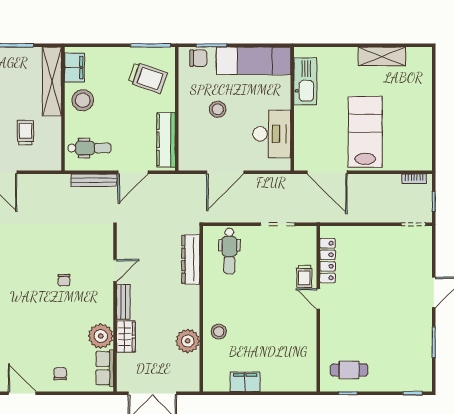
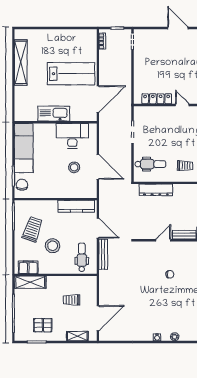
shelving: (382, 56) -> (21, 62), width x1.47
trolley: (148, 78) -> (32, 229), moved
kitchen sink: (305, 81) -> (54, 114), moved
shelving: (52, 82) -> (30, 282), width x0.68
stool: (83, 100) -> (53, 246), moved
stool: (218, 109) -> (74, 167), moved
lab bench: (365, 132) -> (71, 74), turned 180
door: (115, 271) -> (163, 240), hinge flipped
trolley: (304, 276) -> (185, 166), moved
door: (318, 299) -> (182, 105), swing flipped

